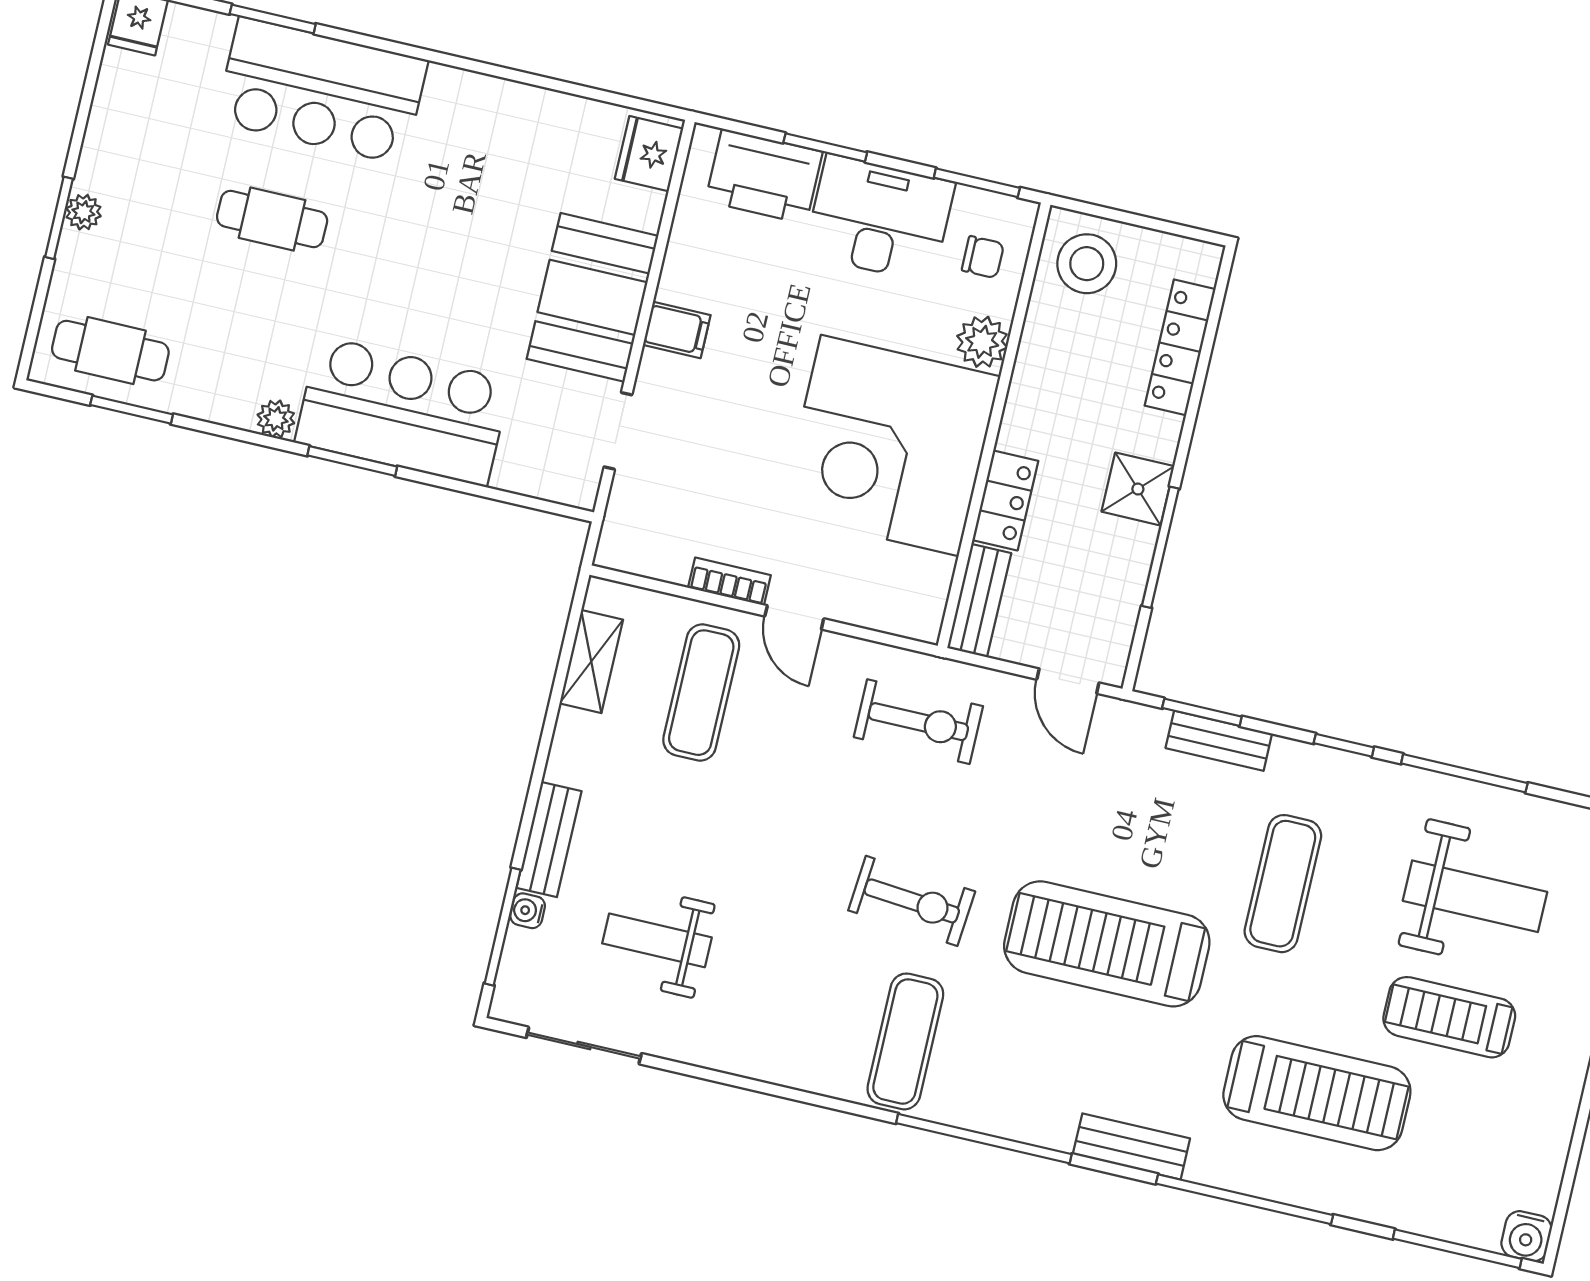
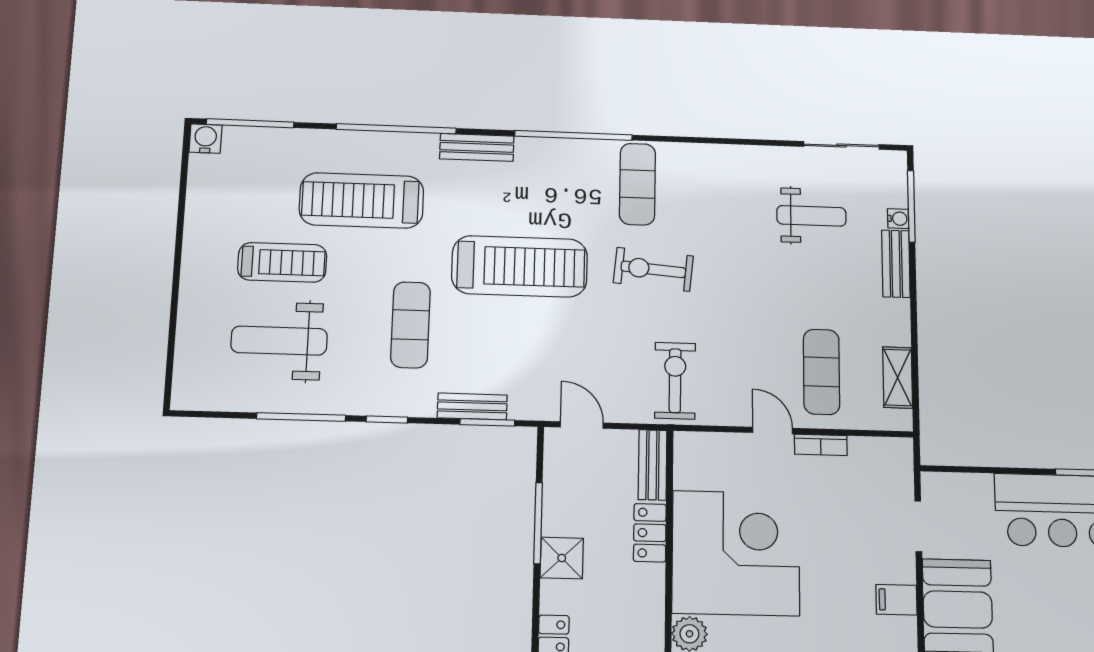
exercise bike: (918, 722) -> (675, 381), turned 90

